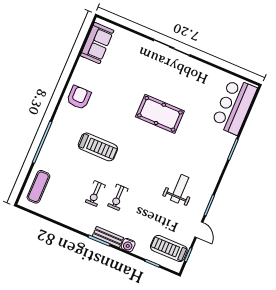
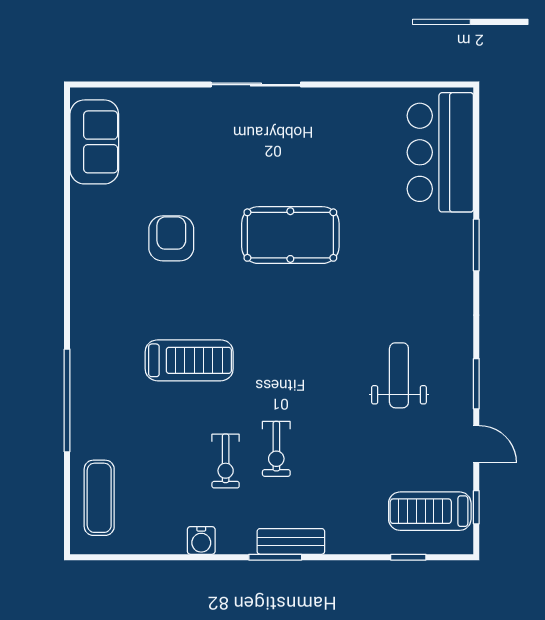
armchair: (79, 97) -> (171, 238), moved
water cooler: (128, 245) -> (201, 540), moved

